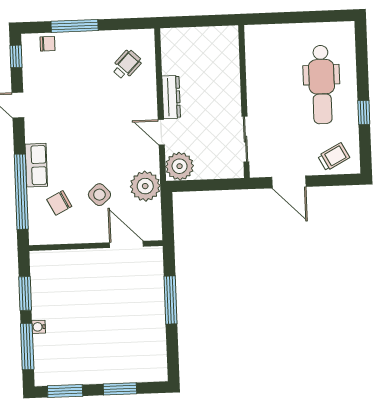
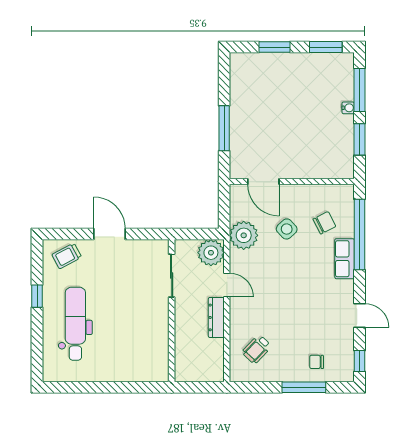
chair: (47, 44) -> (317, 362), moved
wall: (244, 102) -> (172, 311), moved
sliding door: (245, 139) -> (172, 276), moved

